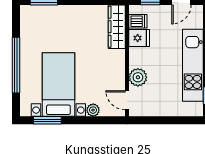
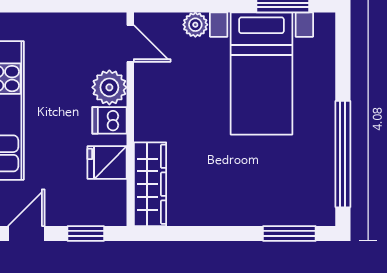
dishwasher: (138, 21) -> (110, 120), moved
window: (16, 65) -> (343, 154), moved

